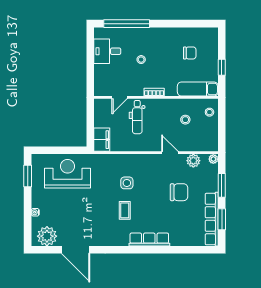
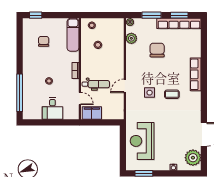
desk: (107, 51) -> (52, 108), moved
window: (222, 67) -> (36, 15), moved
filing cabinet: (102, 140) -> (92, 113), moved
door: (170, 153) -> (125, 86), moved

